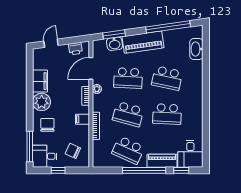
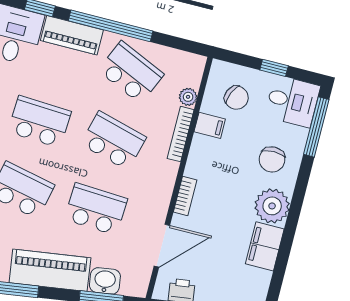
plant: (97, 89) -> (188, 97), moved
filing cabinet: (83, 119) -> (210, 125), moved

